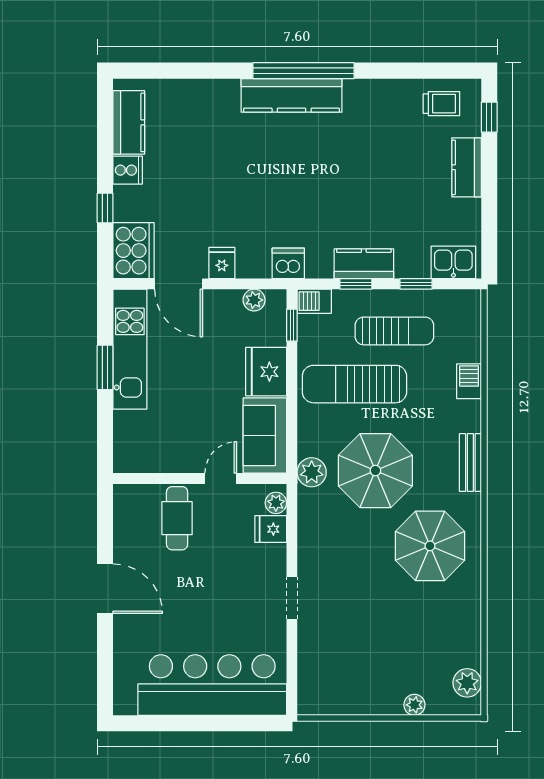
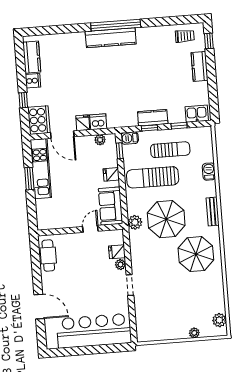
dishwasher: (288, 263) -> (98, 122), moved
fridge: (266, 372) -> (111, 174), width x0.53, depth x0.75
plant: (276, 503) -> (120, 265), moved
cafe table: (177, 518) -> (48, 255), moved
door: (105, 589) -> (39, 307), moved

